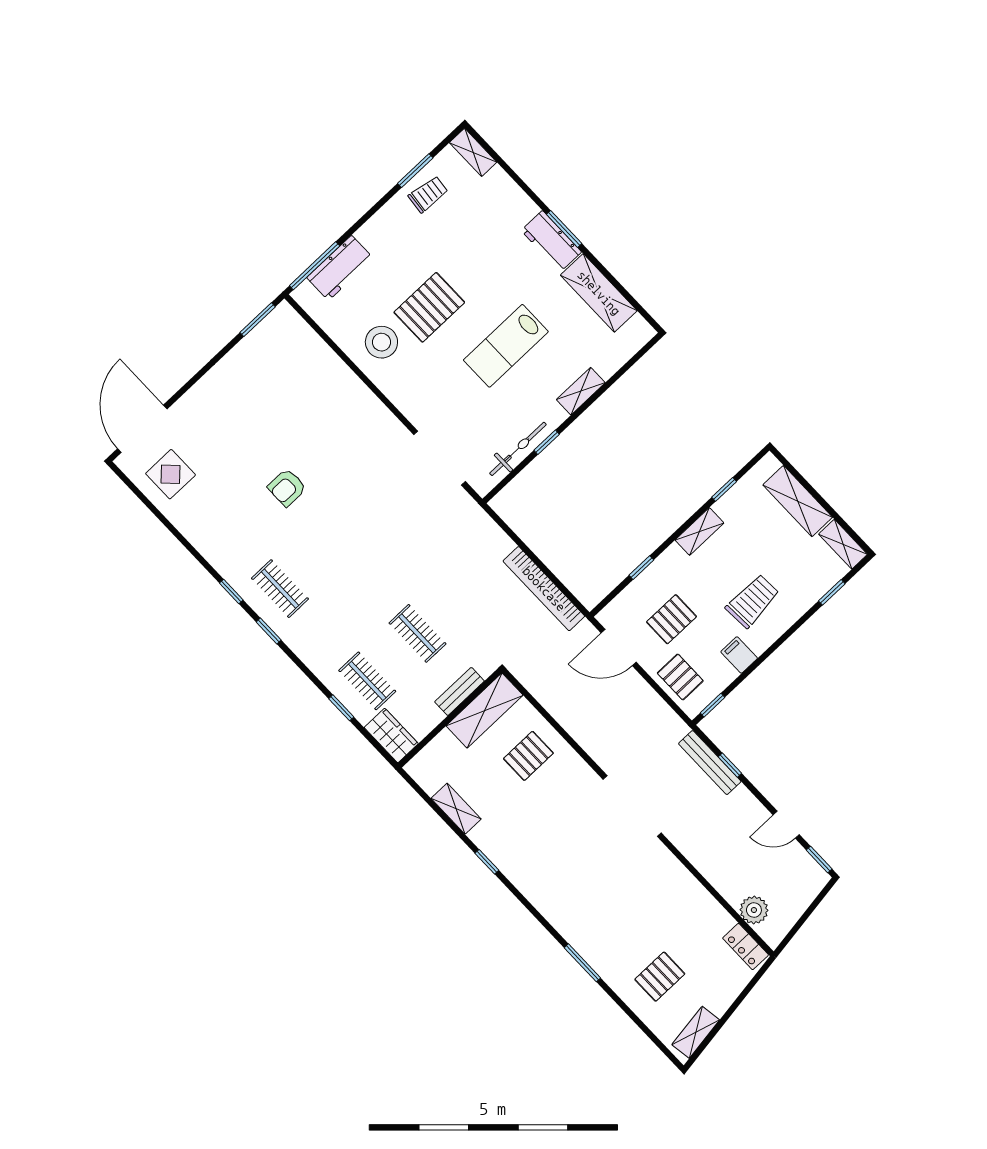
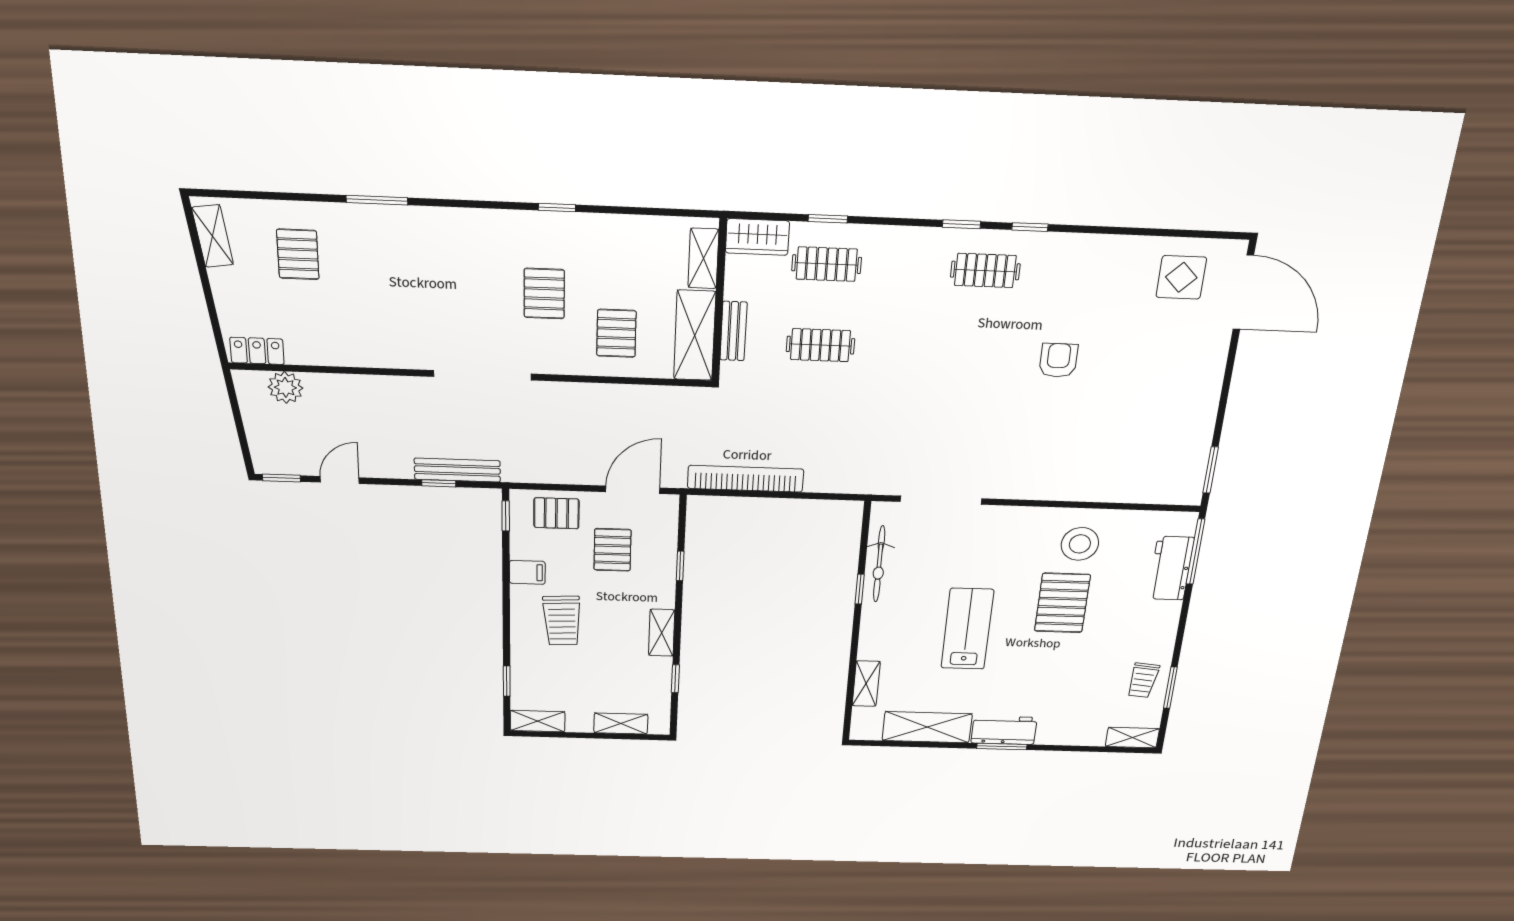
shelving: (581, 391) -> (866, 684), moved
shelving: (798, 501) -> (621, 724), width x0.67, depth x0.75
shelving: (456, 809) -> (703, 258), moved, turned 90
pallet: (545, 820) -> (544, 294), added

